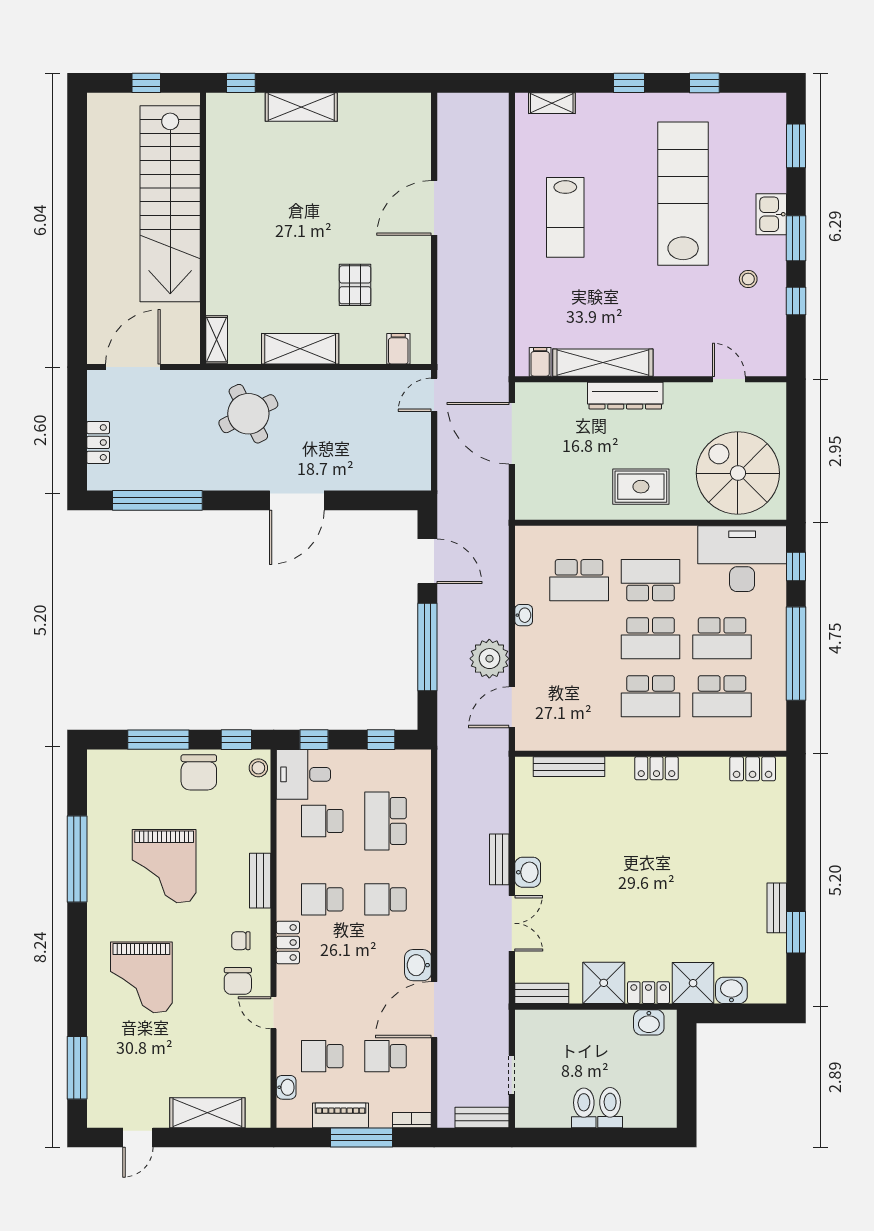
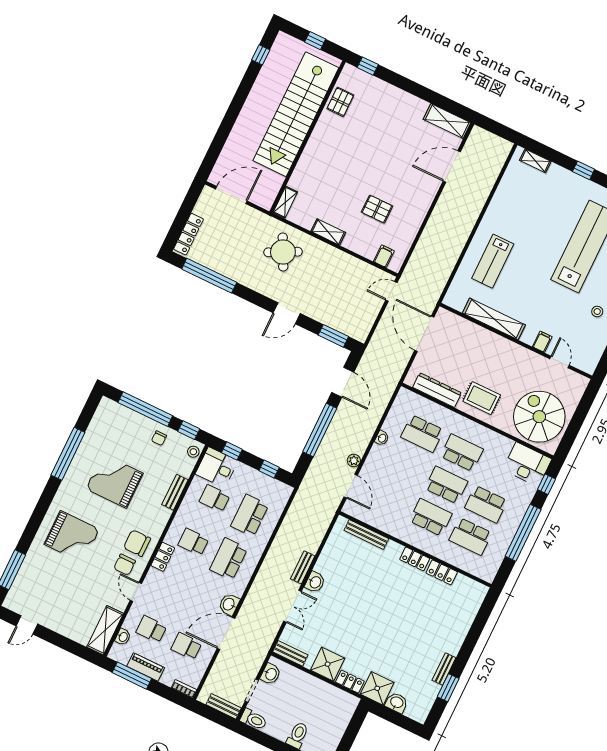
shelving: (301, 107) -> (447, 121), moved
window: (77, 142) -> (261, 55), added
pallet: (226, 154) -> (340, 102), added
door: (434, 208) -> (452, 167), moved
lab bench: (565, 217) -> (493, 261), moved
pallet: (355, 285) -> (377, 209), turned 90
shelving: (300, 349) -> (328, 232), width x0.67, depth x0.75
filing cabinet: (540, 362) -> (542, 342), moved
dresser: (625, 396) -> (437, 390), moved, turned 180
locker: (98, 442) -> (189, 234), width x1.53
door: (297, 500) -> (287, 313), width x0.73
window: (381, 500) -> (333, 336), added
desk: (742, 559) -> (527, 464), width x0.73, depth x0.77
school desk: (651, 638) -> (446, 485), turned 180
plant: (489, 659) -> (354, 461), width x0.53, depth x0.53
school desk: (651, 696) -> (431, 517), turned 180
door: (512, 707) -> (351, 486), swing flipped
window: (158, 740) -> (145, 409), width x1.46
locker: (753, 769) -> (442, 572), moved
chair: (199, 772) -> (159, 438), width x0.54, depth x0.54
grand piano: (164, 866) -> (114, 481), turned 90
bench: (260, 881) -> (175, 492), moved
school desk: (385, 899) -> (229, 559), width x1.85
chair: (241, 941) -> (137, 543), width x1.87, depth x1.87
grand piano: (141, 977) -> (72, 537), turned -90
washbasin: (649, 1022) -> (271, 674), moved, turned -90
toilet: (584, 1108) -> (254, 719), moved, turned 90
shelving: (207, 1113) -> (105, 630), moved, turned 90
window: (361, 1137) -> (132, 676), moved

